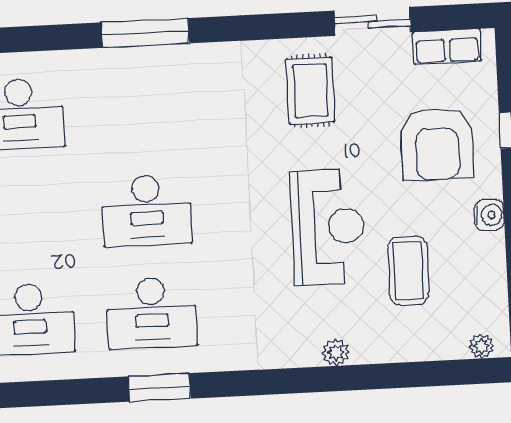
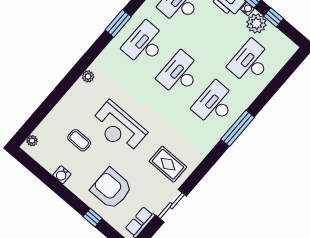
desk: (141, 108) -> (215, 104), added
water cooler: (489, 215) -> (62, 175), moved
coffee table: (408, 271) -> (79, 140), width x0.73, depth x0.77
plant: (336, 352) -> (88, 76), moved

